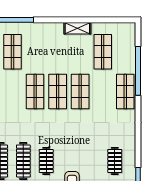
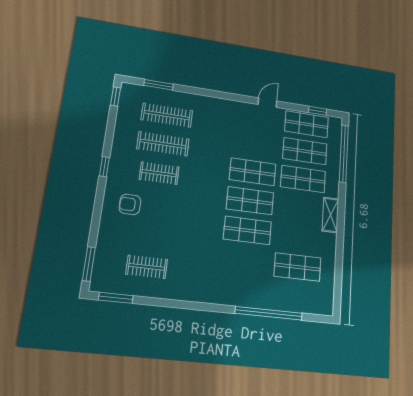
shelving: (77, 28) -> (331, 215), moved
shop shelf: (125, 92) -> (303, 179), moved

